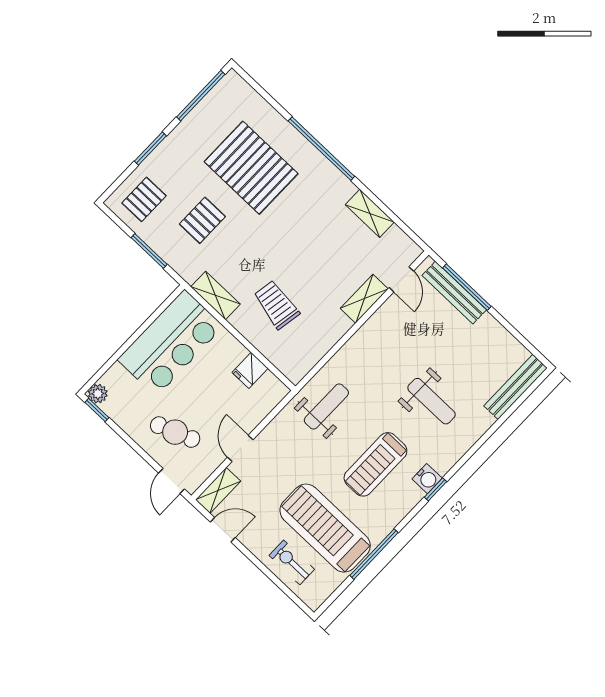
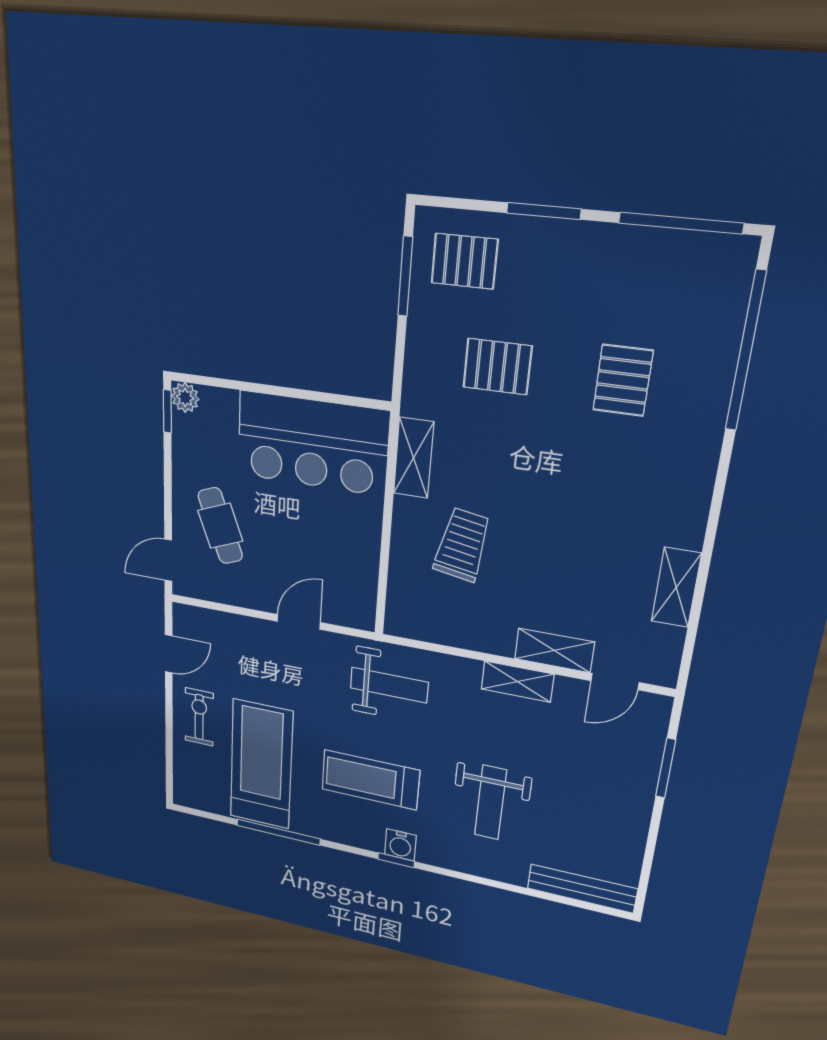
window: (321, 149) -> (746, 352), moved
pallet: (251, 168) -> (623, 380), width x0.49, depth x0.50
window: (149, 251) -> (405, 276), moved
window: (467, 287) -> (666, 768), width x0.69
bench: (454, 293) -> (647, 756), removed
fridge: (250, 370) -> (358, 566), removed
door: (240, 448) -> (299, 622), moved
shelving: (218, 490) -> (517, 682), moved
door: (223, 530) -> (169, 654), hinge flipped
exercise bike: (292, 562) -> (199, 717), moved

